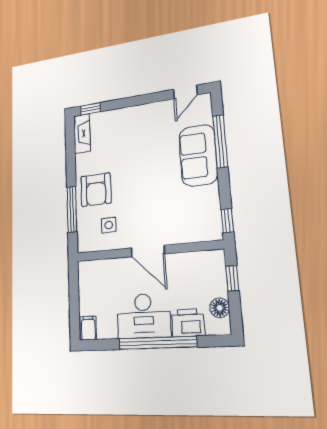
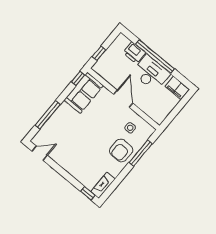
sofa: (198, 155) -> (84, 93), moved
armchair: (96, 190) -> (121, 150), turned 180
floor lamp: (220, 308) -> (115, 47), removed
filing cabinet: (88, 328) -> (177, 88), width x2.00

